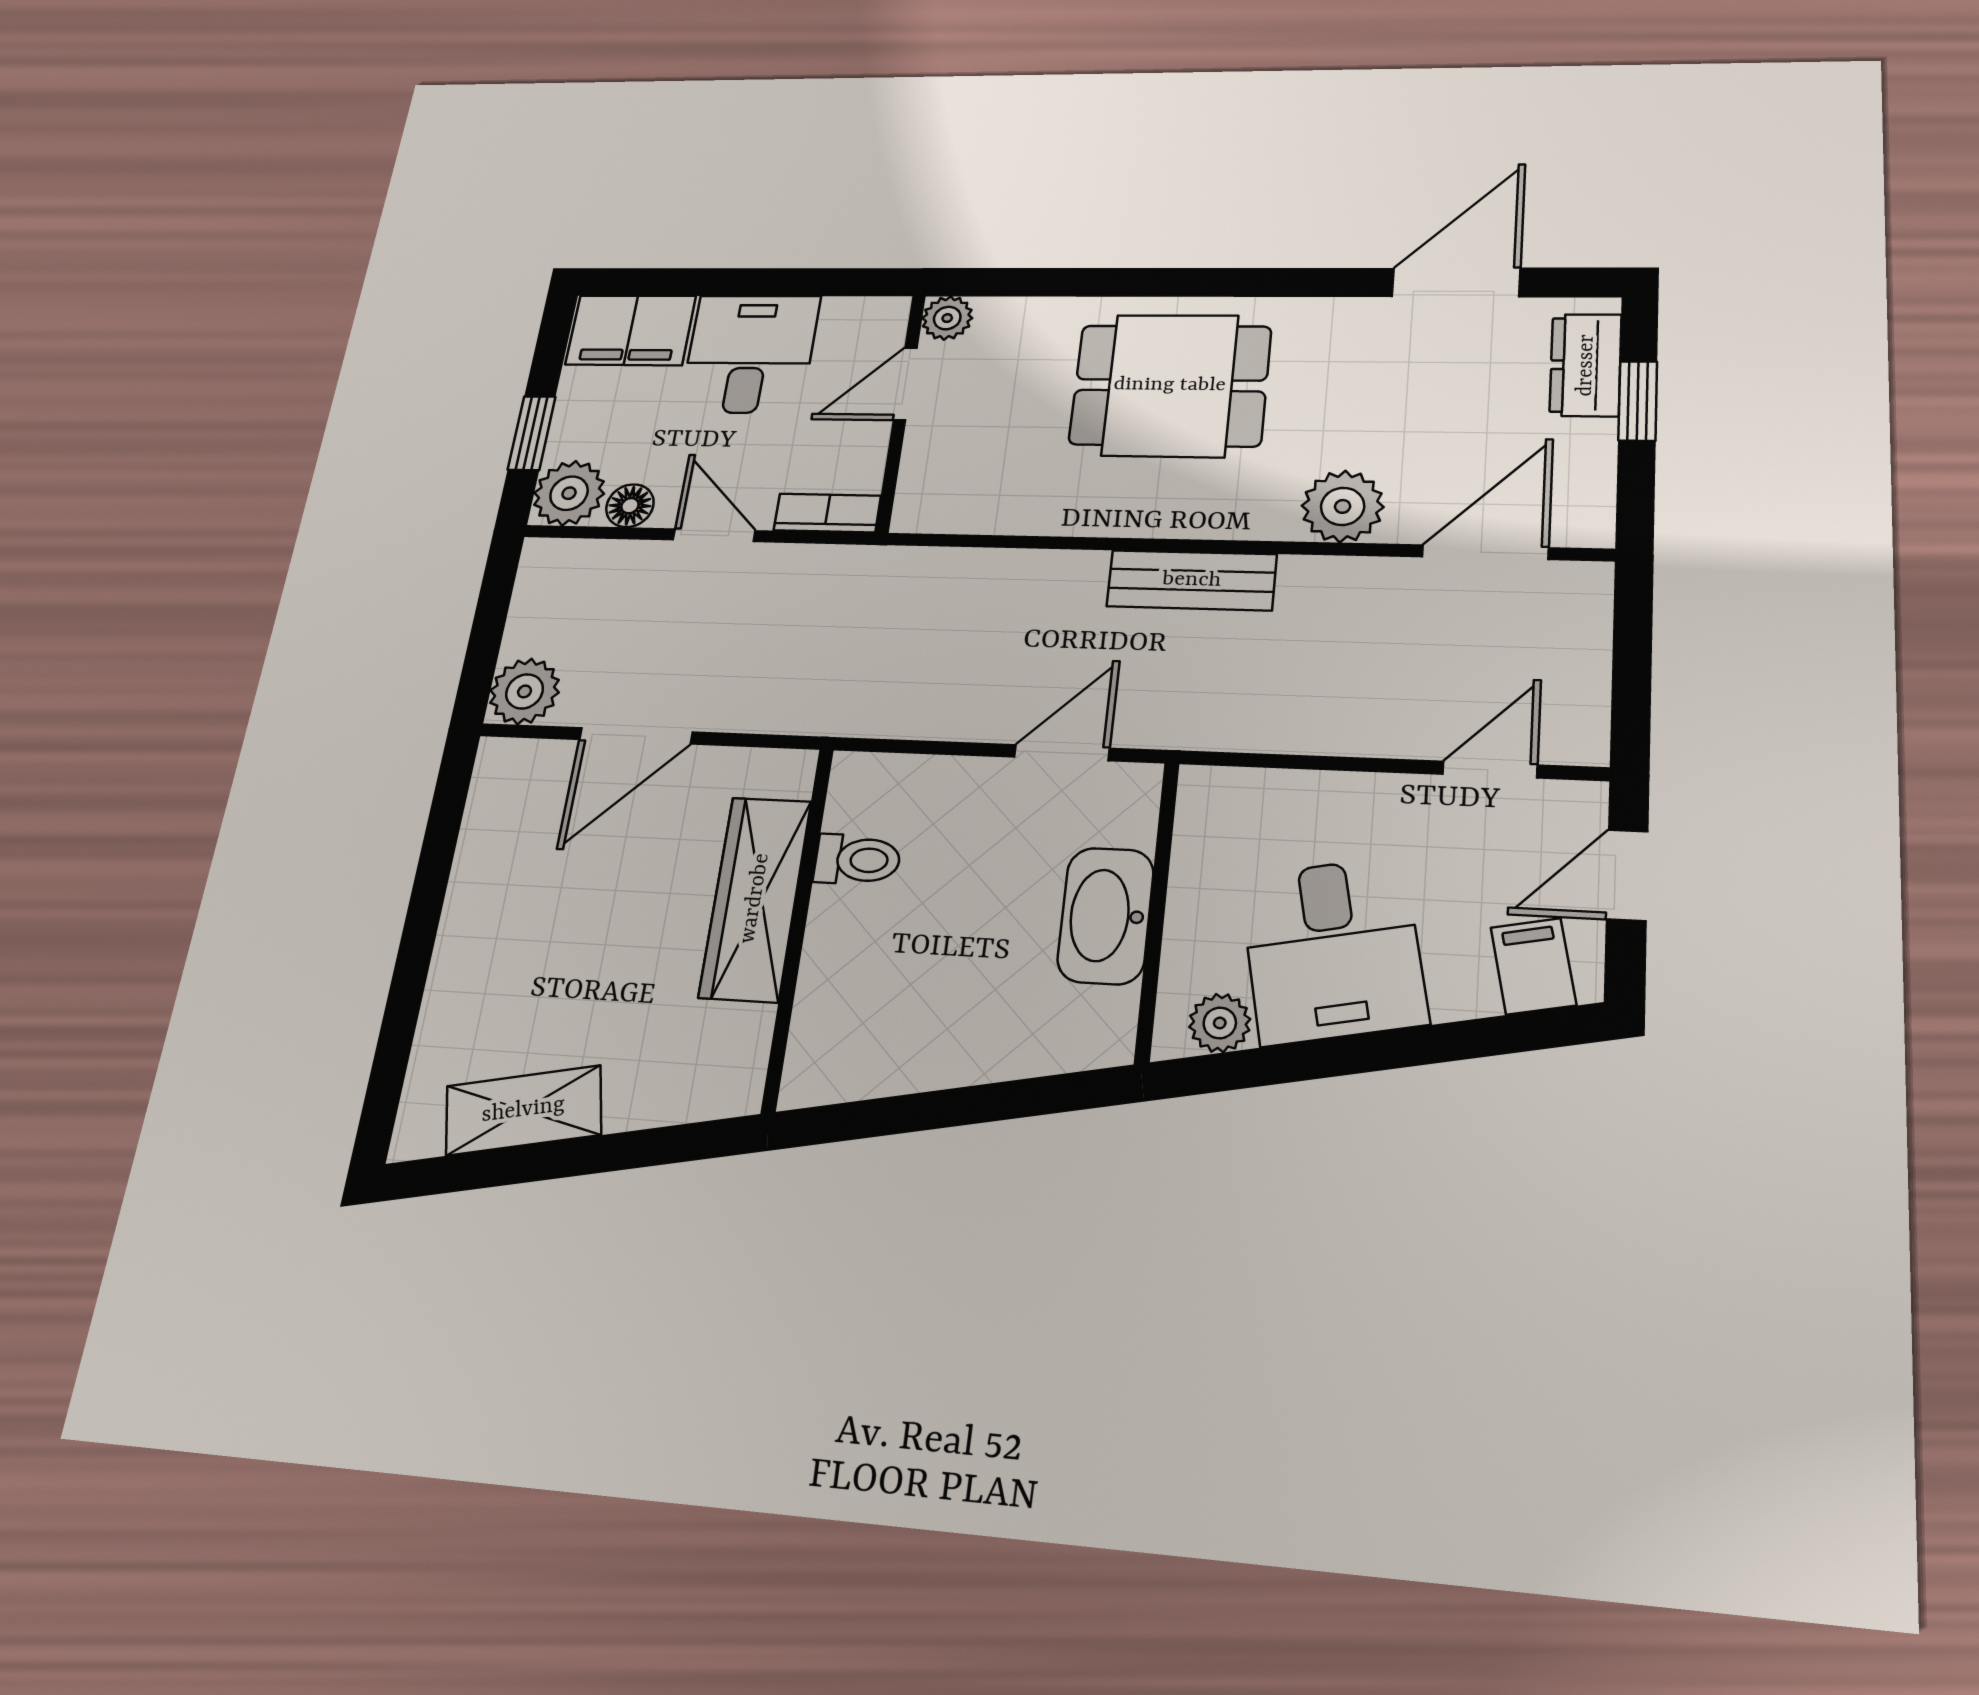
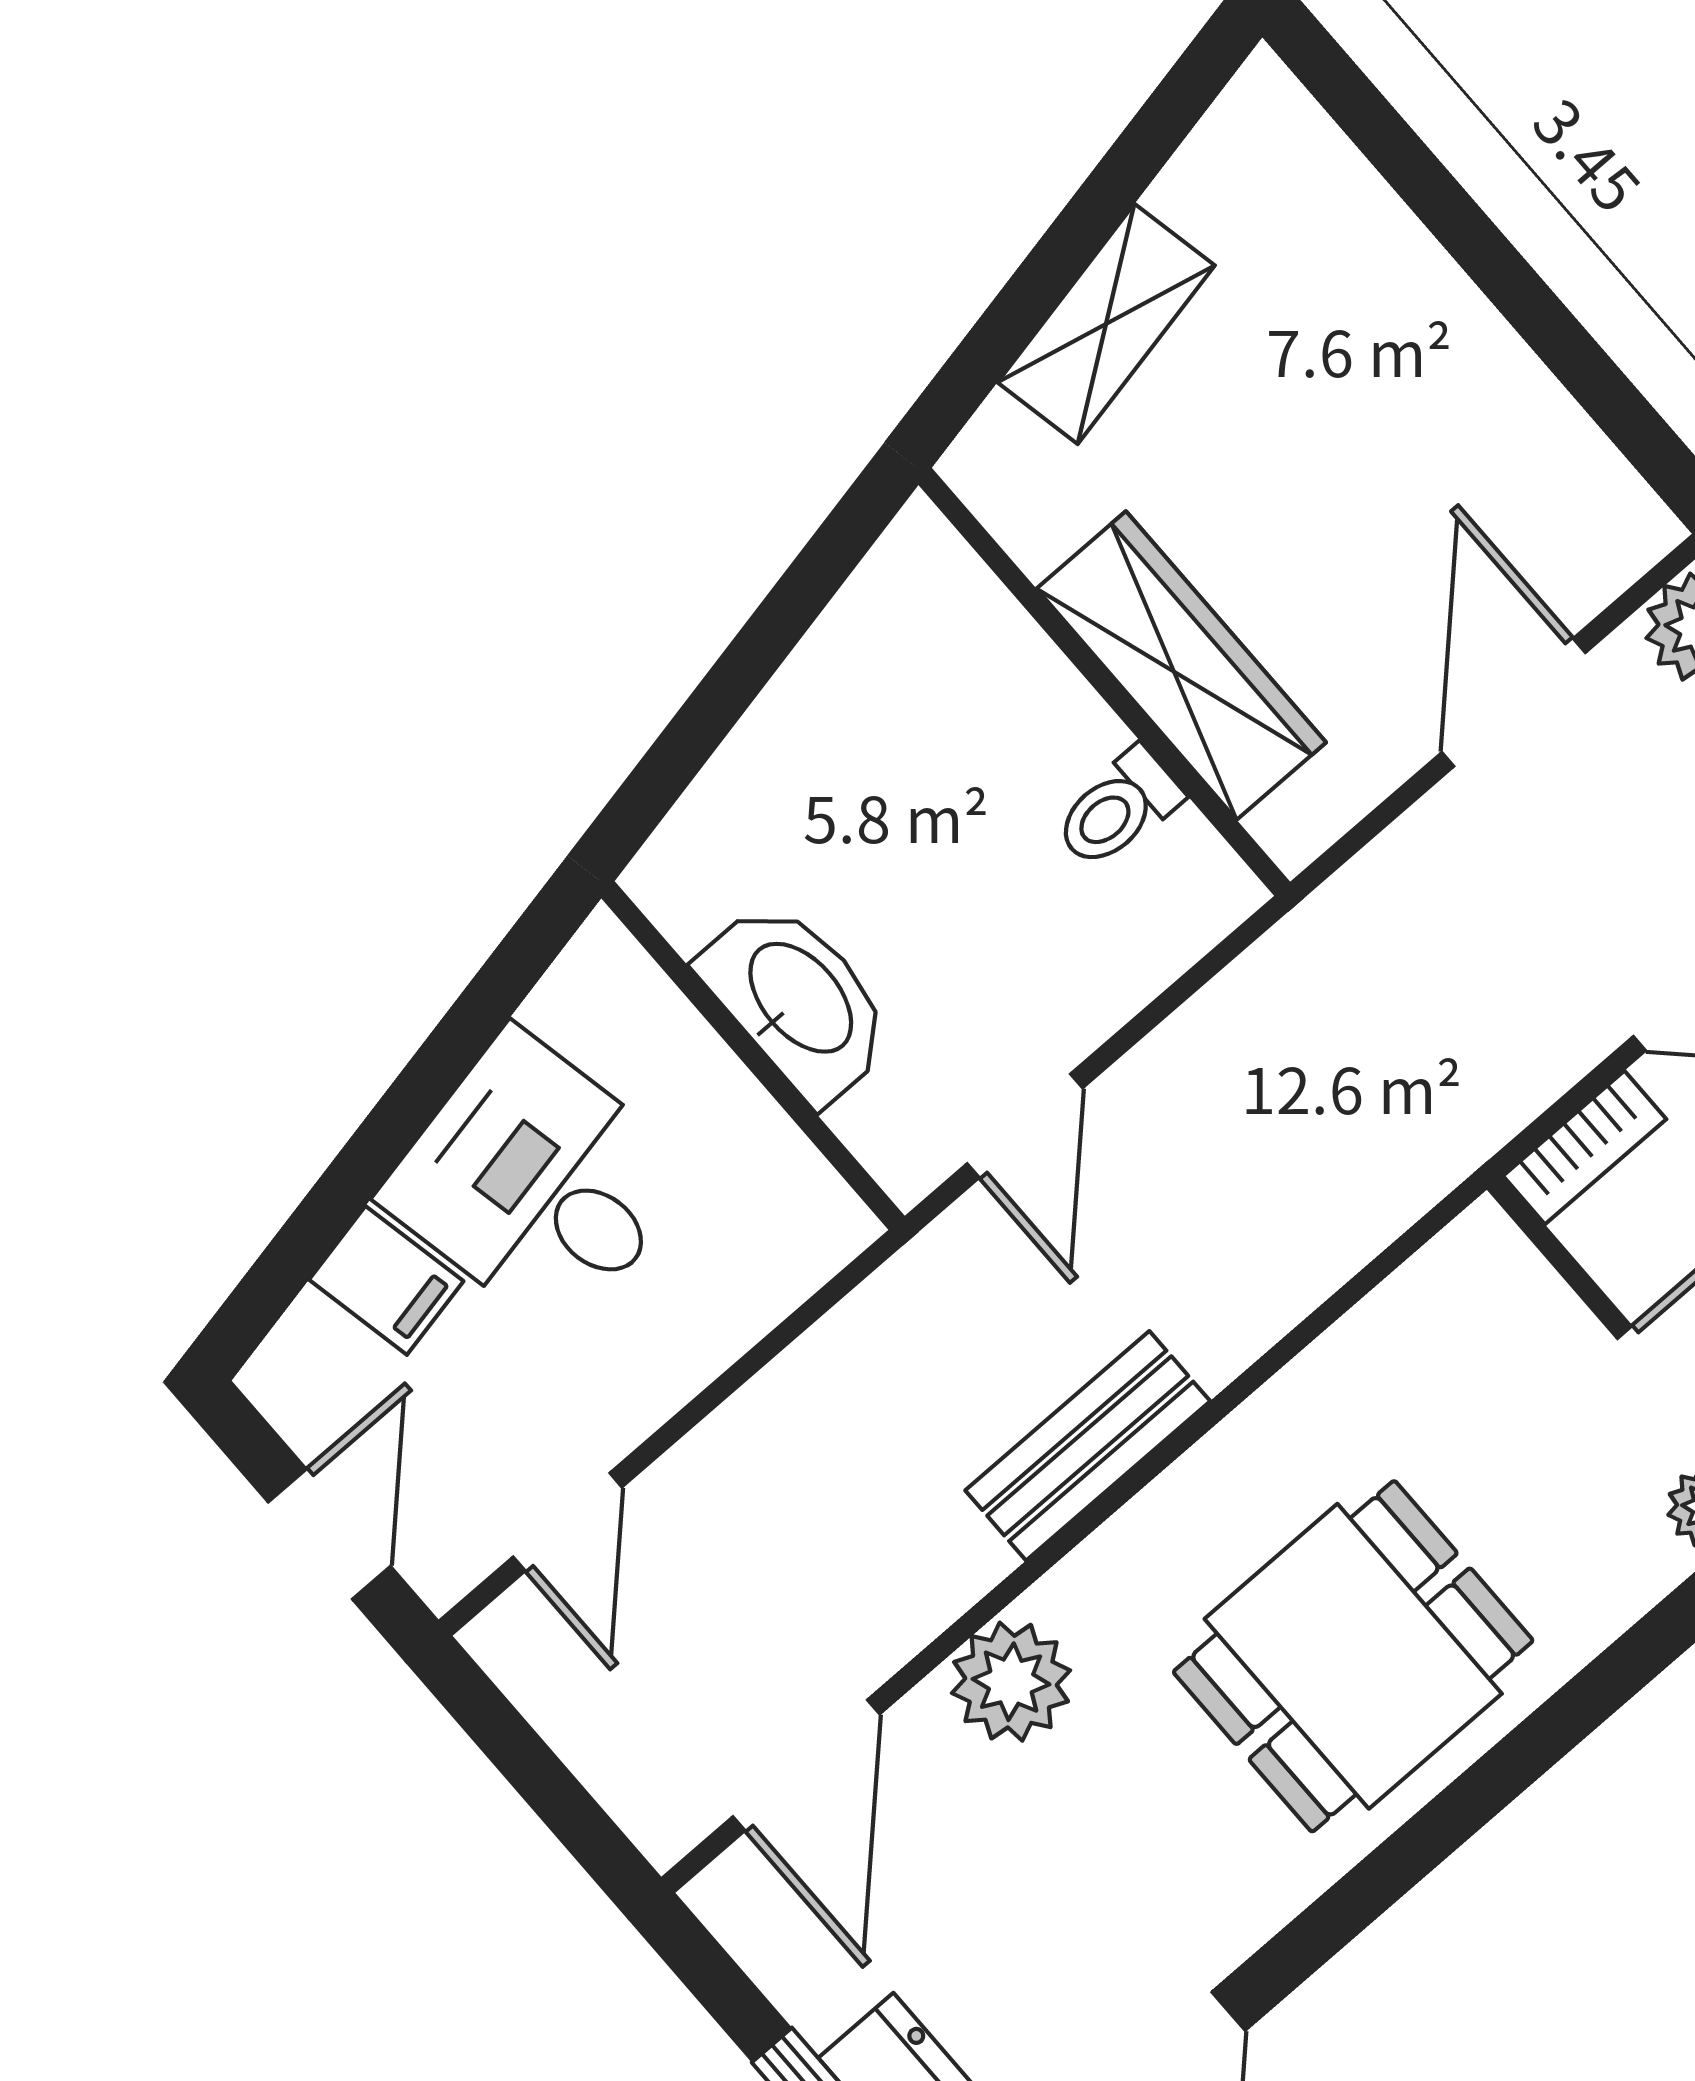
filing cabinet: (1533, 966) -> (386, 1280), moved
plant: (1220, 1023) -> (573, 1003), removed
shelving: (523, 1110) -> (1106, 324), moved

